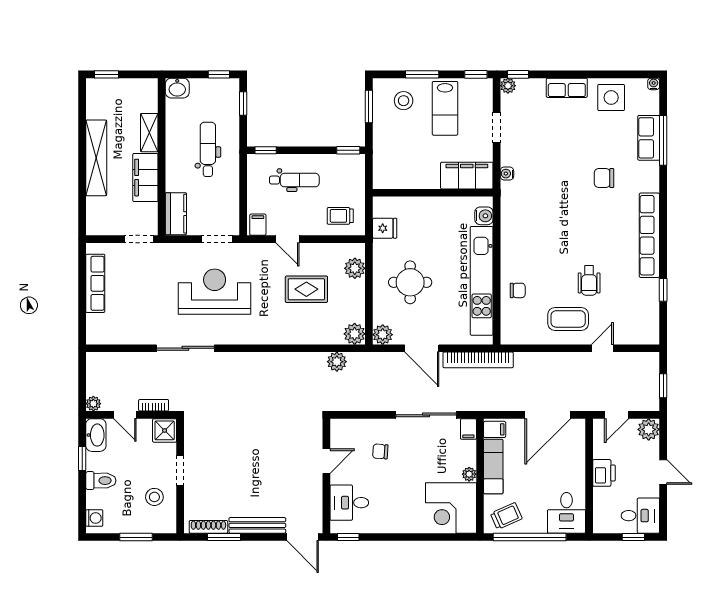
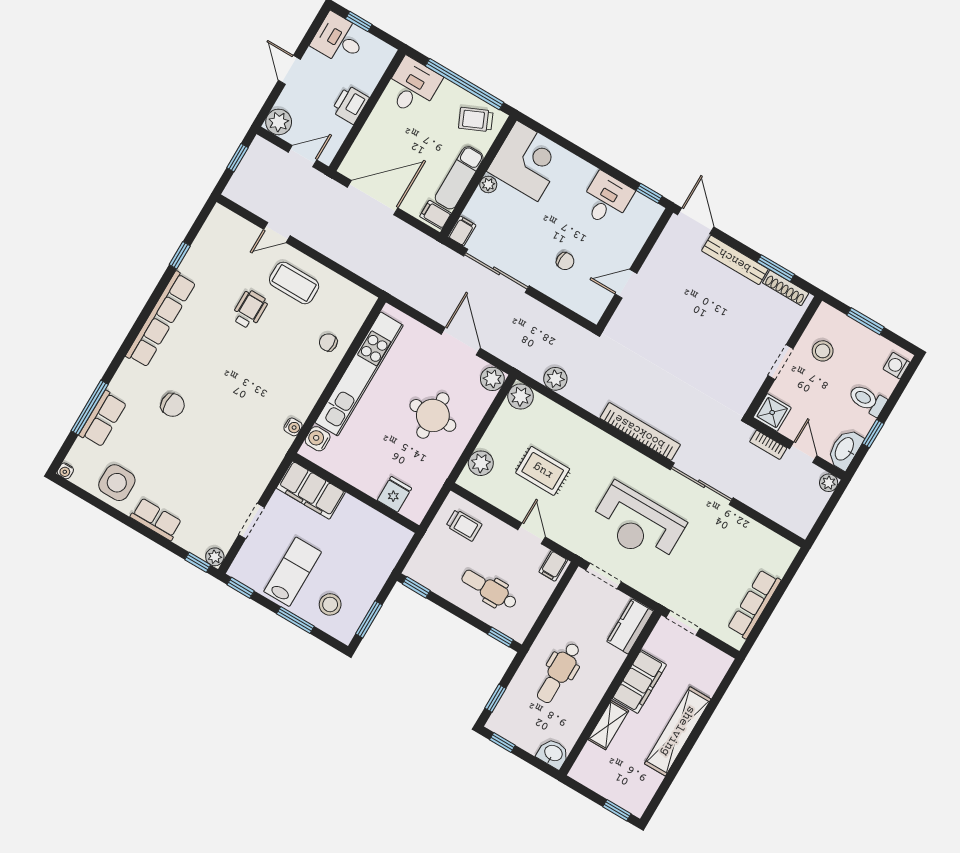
water cooler: (507, 174) -> (293, 427), moved
fridge: (385, 228) -> (394, 494), moved, turned 90
bookcase: (478, 360) -> (640, 431), moved
desk: (349, 503) -> (606, 199), moved, turned -90

